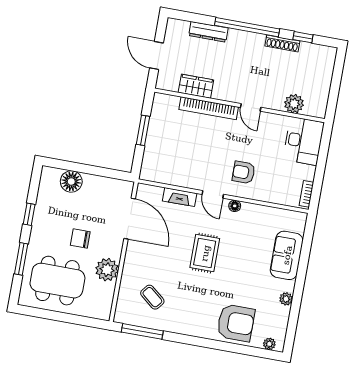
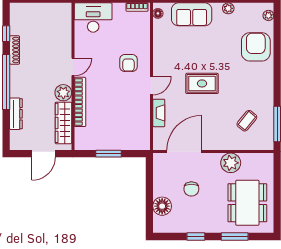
wardrobe: (196, 86) -> (63, 123), width x1.50
plant: (294, 104) -> (63, 93), moved
floor lamp: (235, 206) -> (158, 13), moved
chair: (80, 238) -> (191, 189), moved

